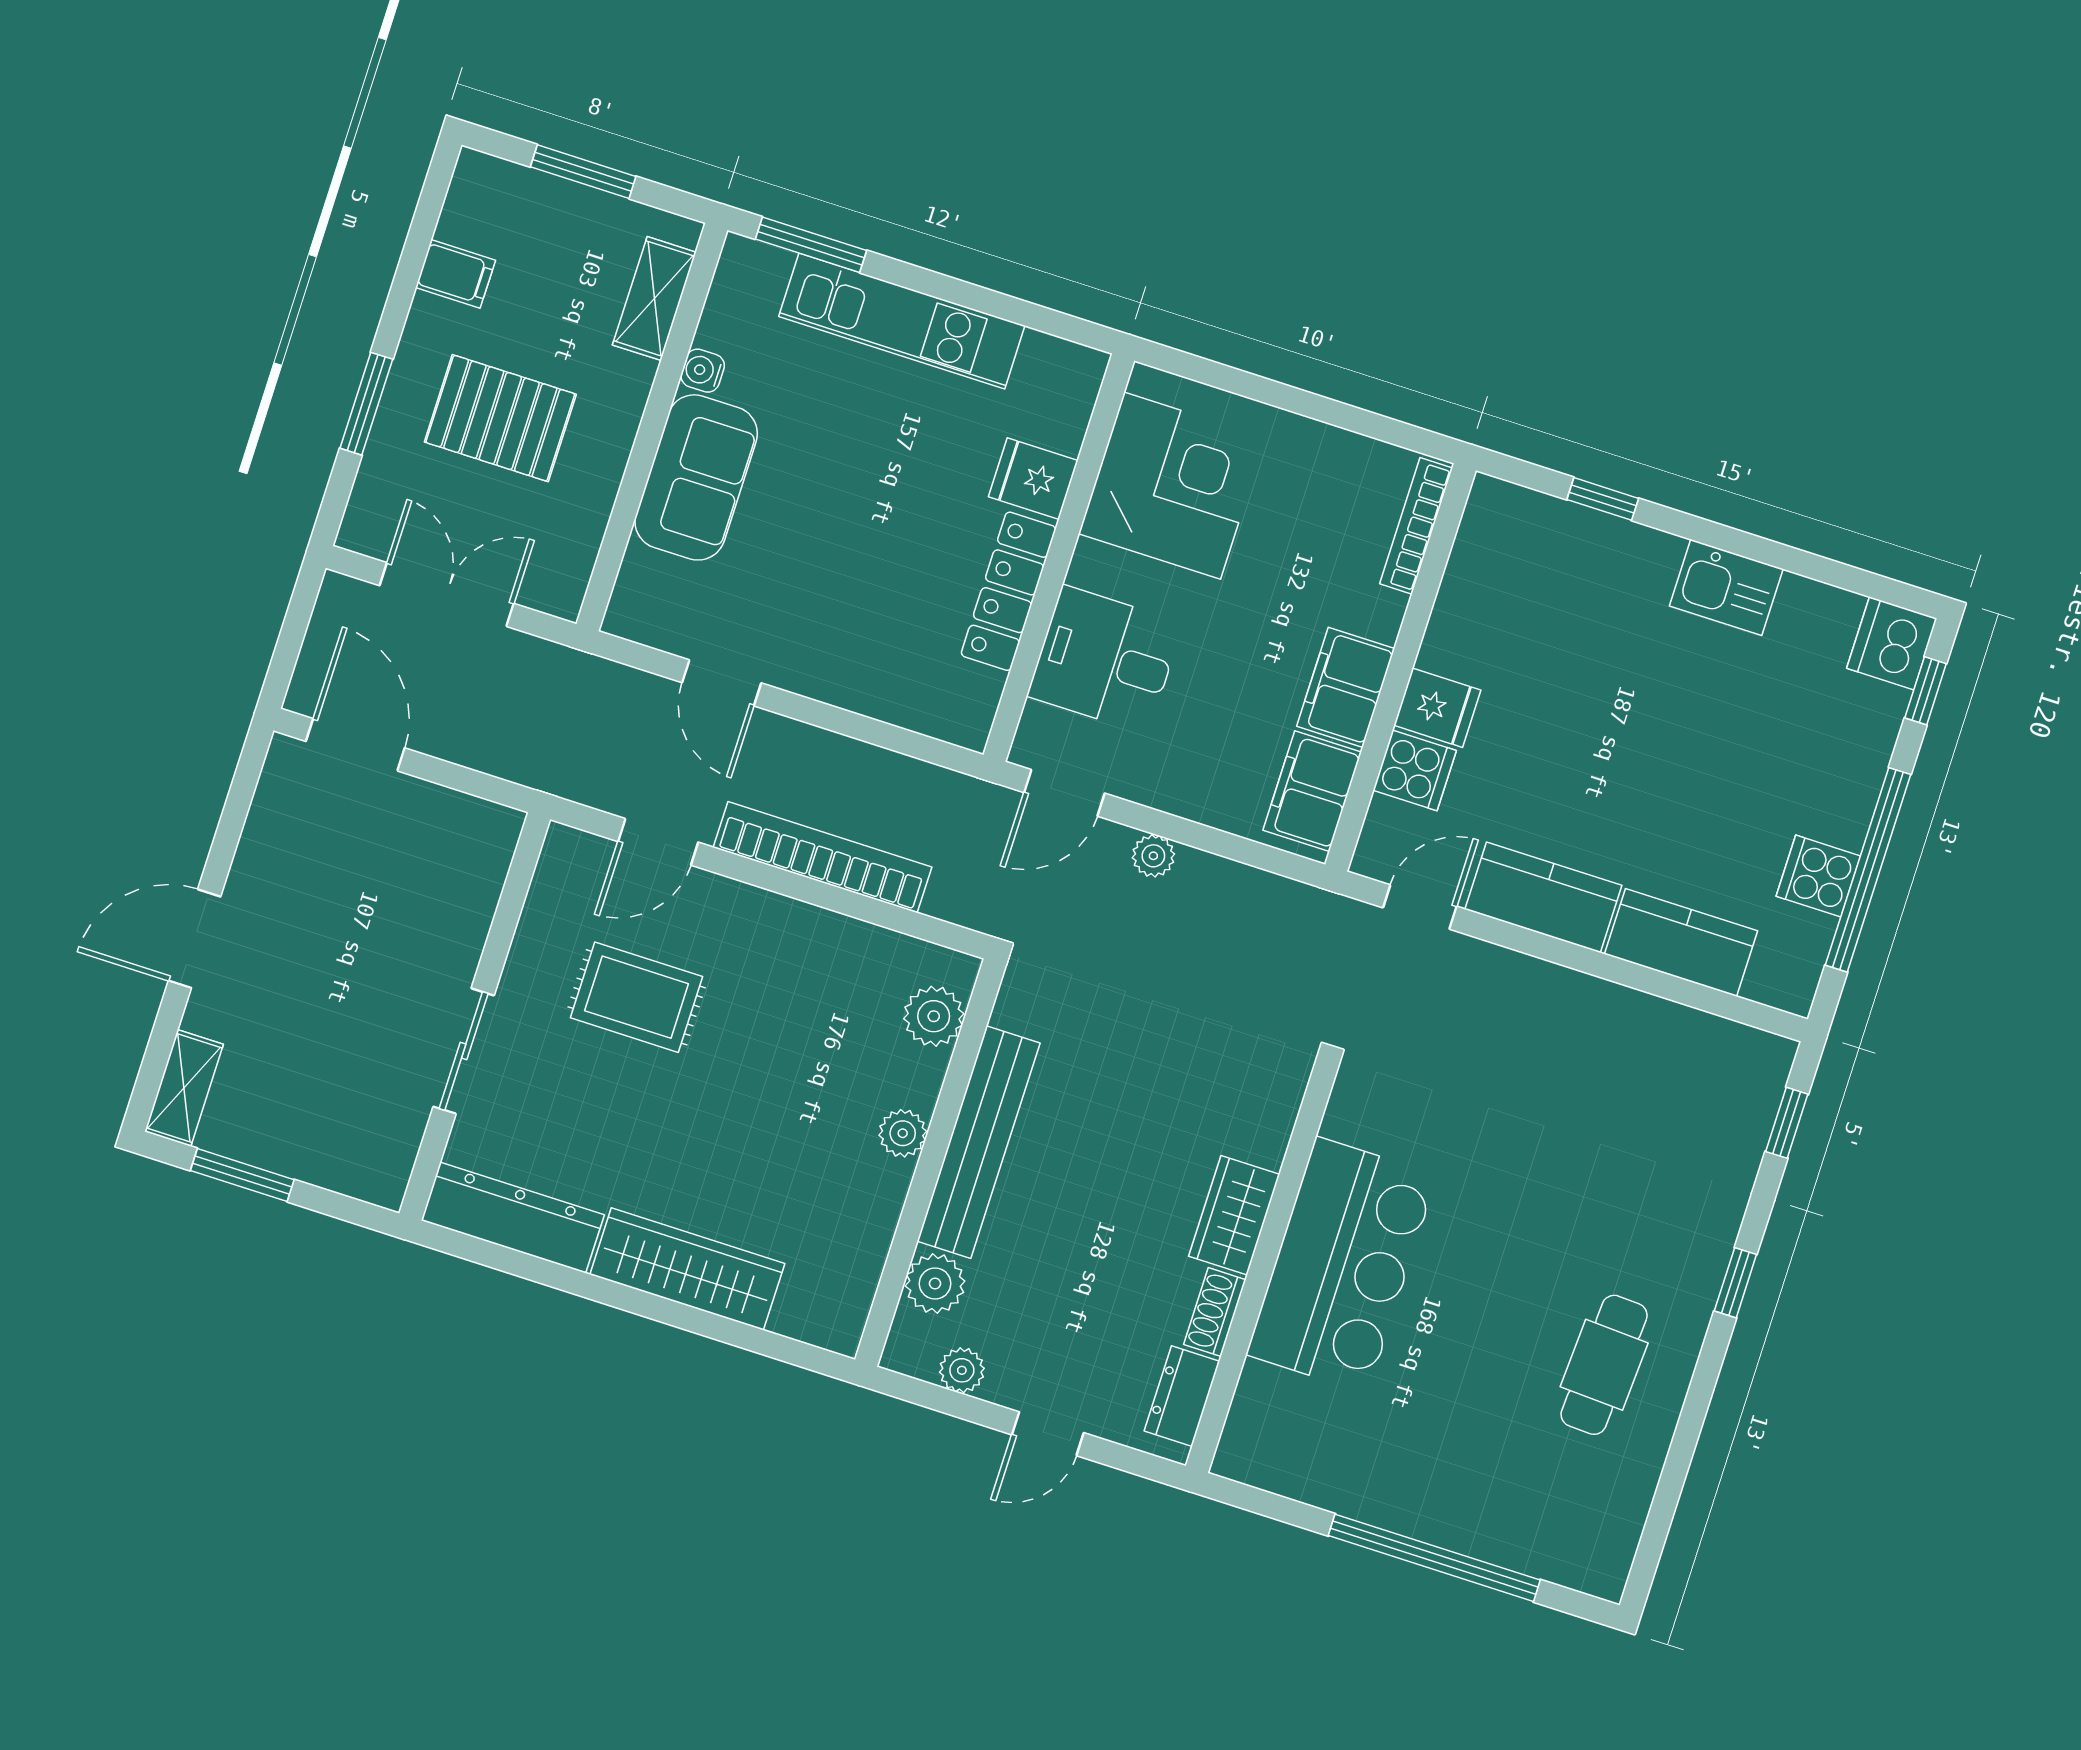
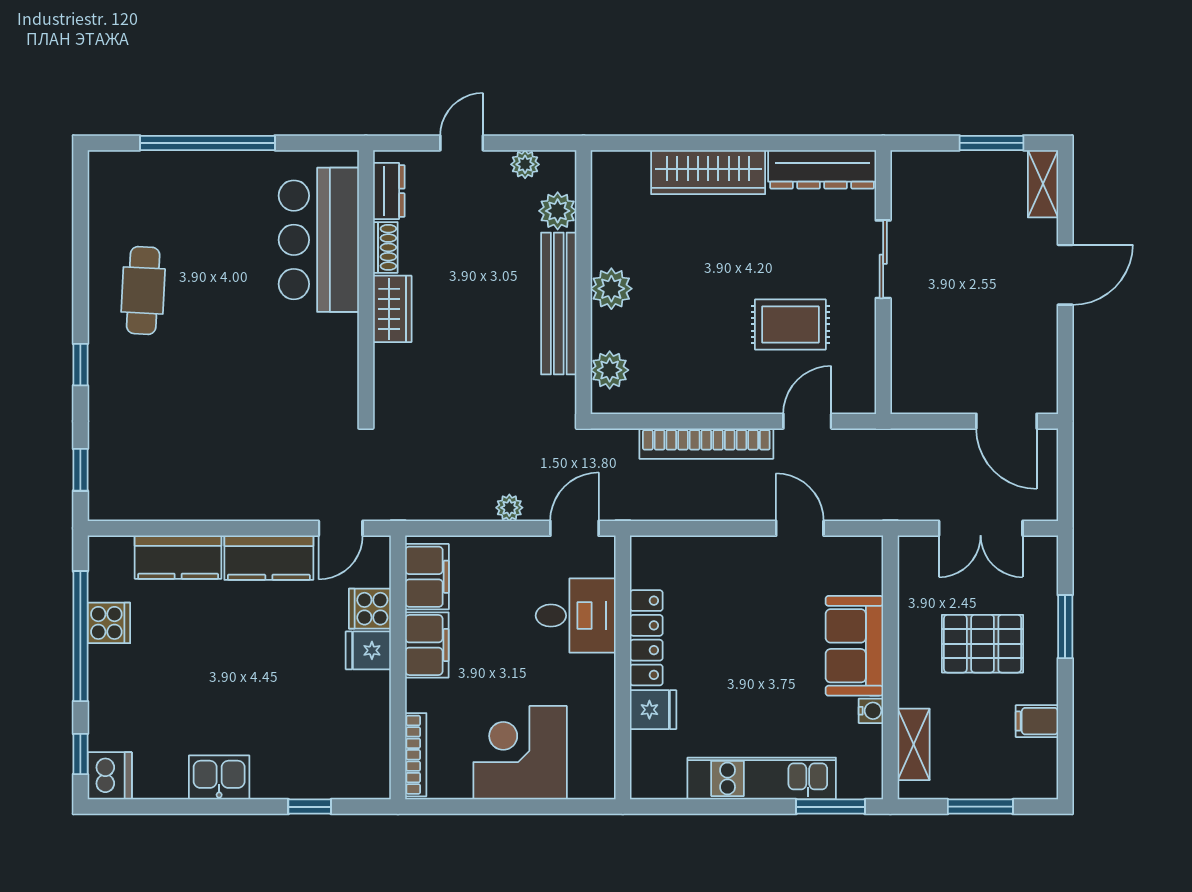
corner desk: (1172, 486) -> (520, 753), moved, turned 90
plant: (903, 1133) -> (611, 289), width x1.38, depth x1.38
bar counter: (1342, 1265) -> (319, 240), moved

